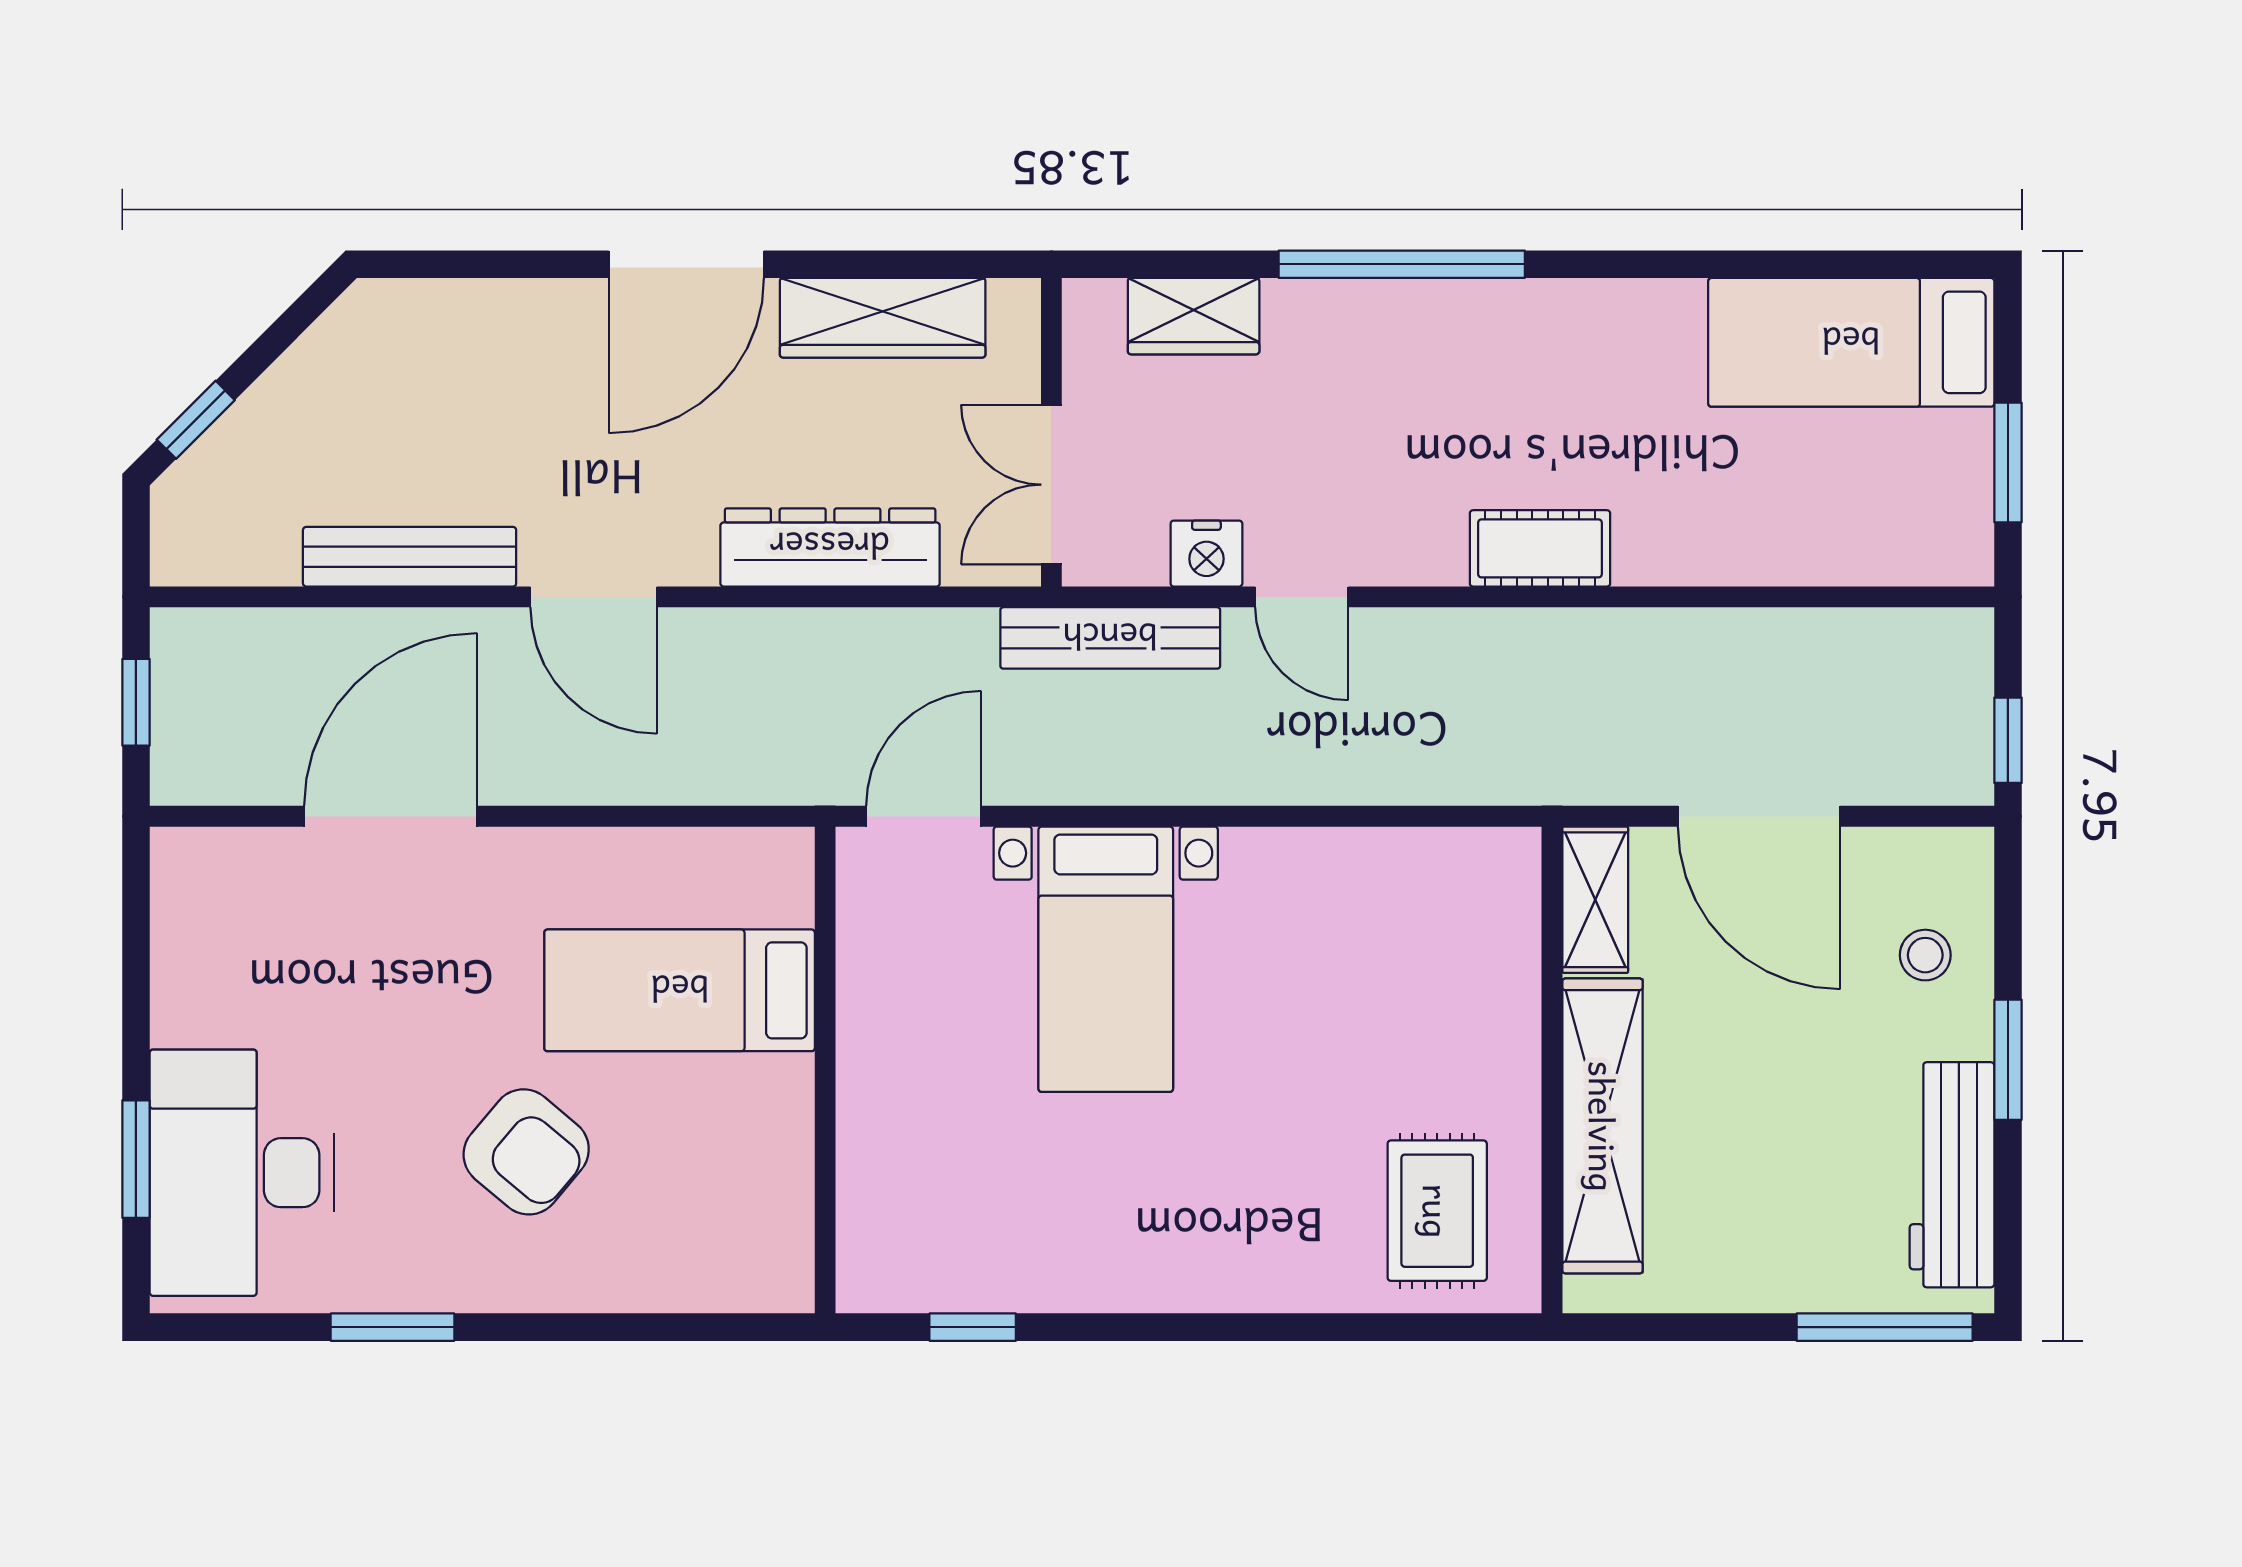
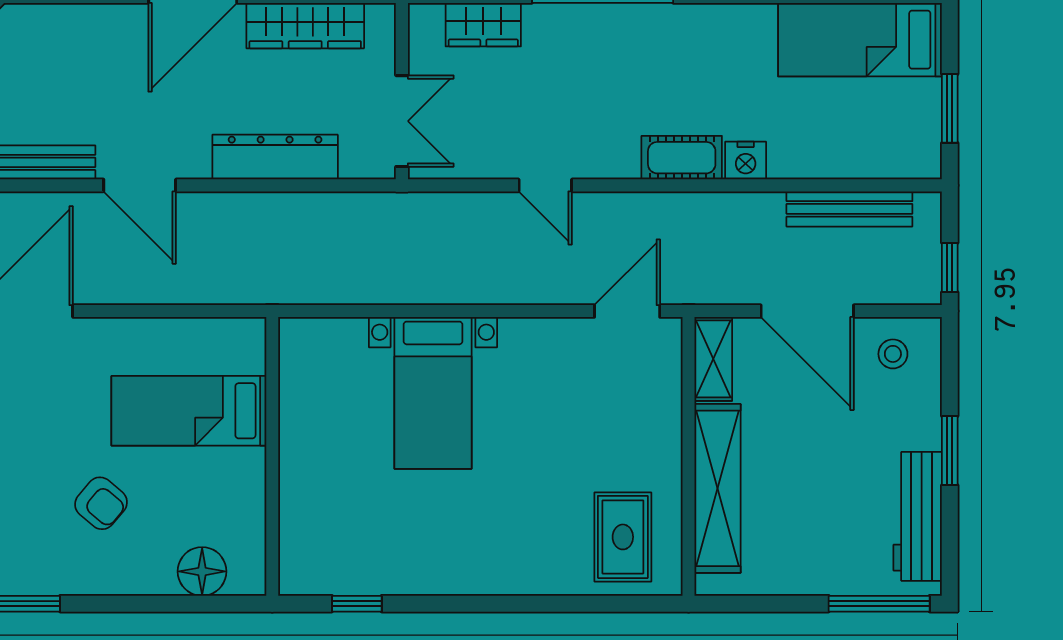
double door: (1051, 485) -> (402, 121), swing flipped
nightstand: (1206, 554) -> (746, 161), moved
bench: (1110, 638) -> (849, 209), moved
door: (924, 816) -> (627, 311), moved
stool: (1925, 955) -> (893, 354), moved
armchair: (526, 1152) -> (101, 503), width x0.72, depth x0.72
floor lamp: (702, 1271) -> (202, 571), added

